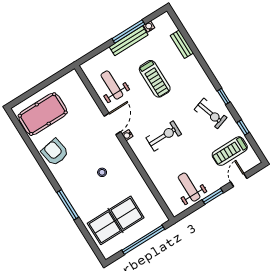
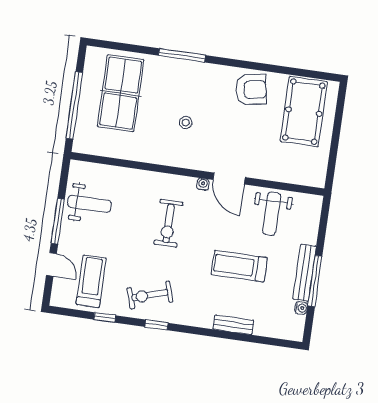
bench: (182, 44) -> (233, 325), moved
weight bench: (112, 85) -> (272, 214), turned 90
window: (213, 196) -> (58, 221), width x1.44

